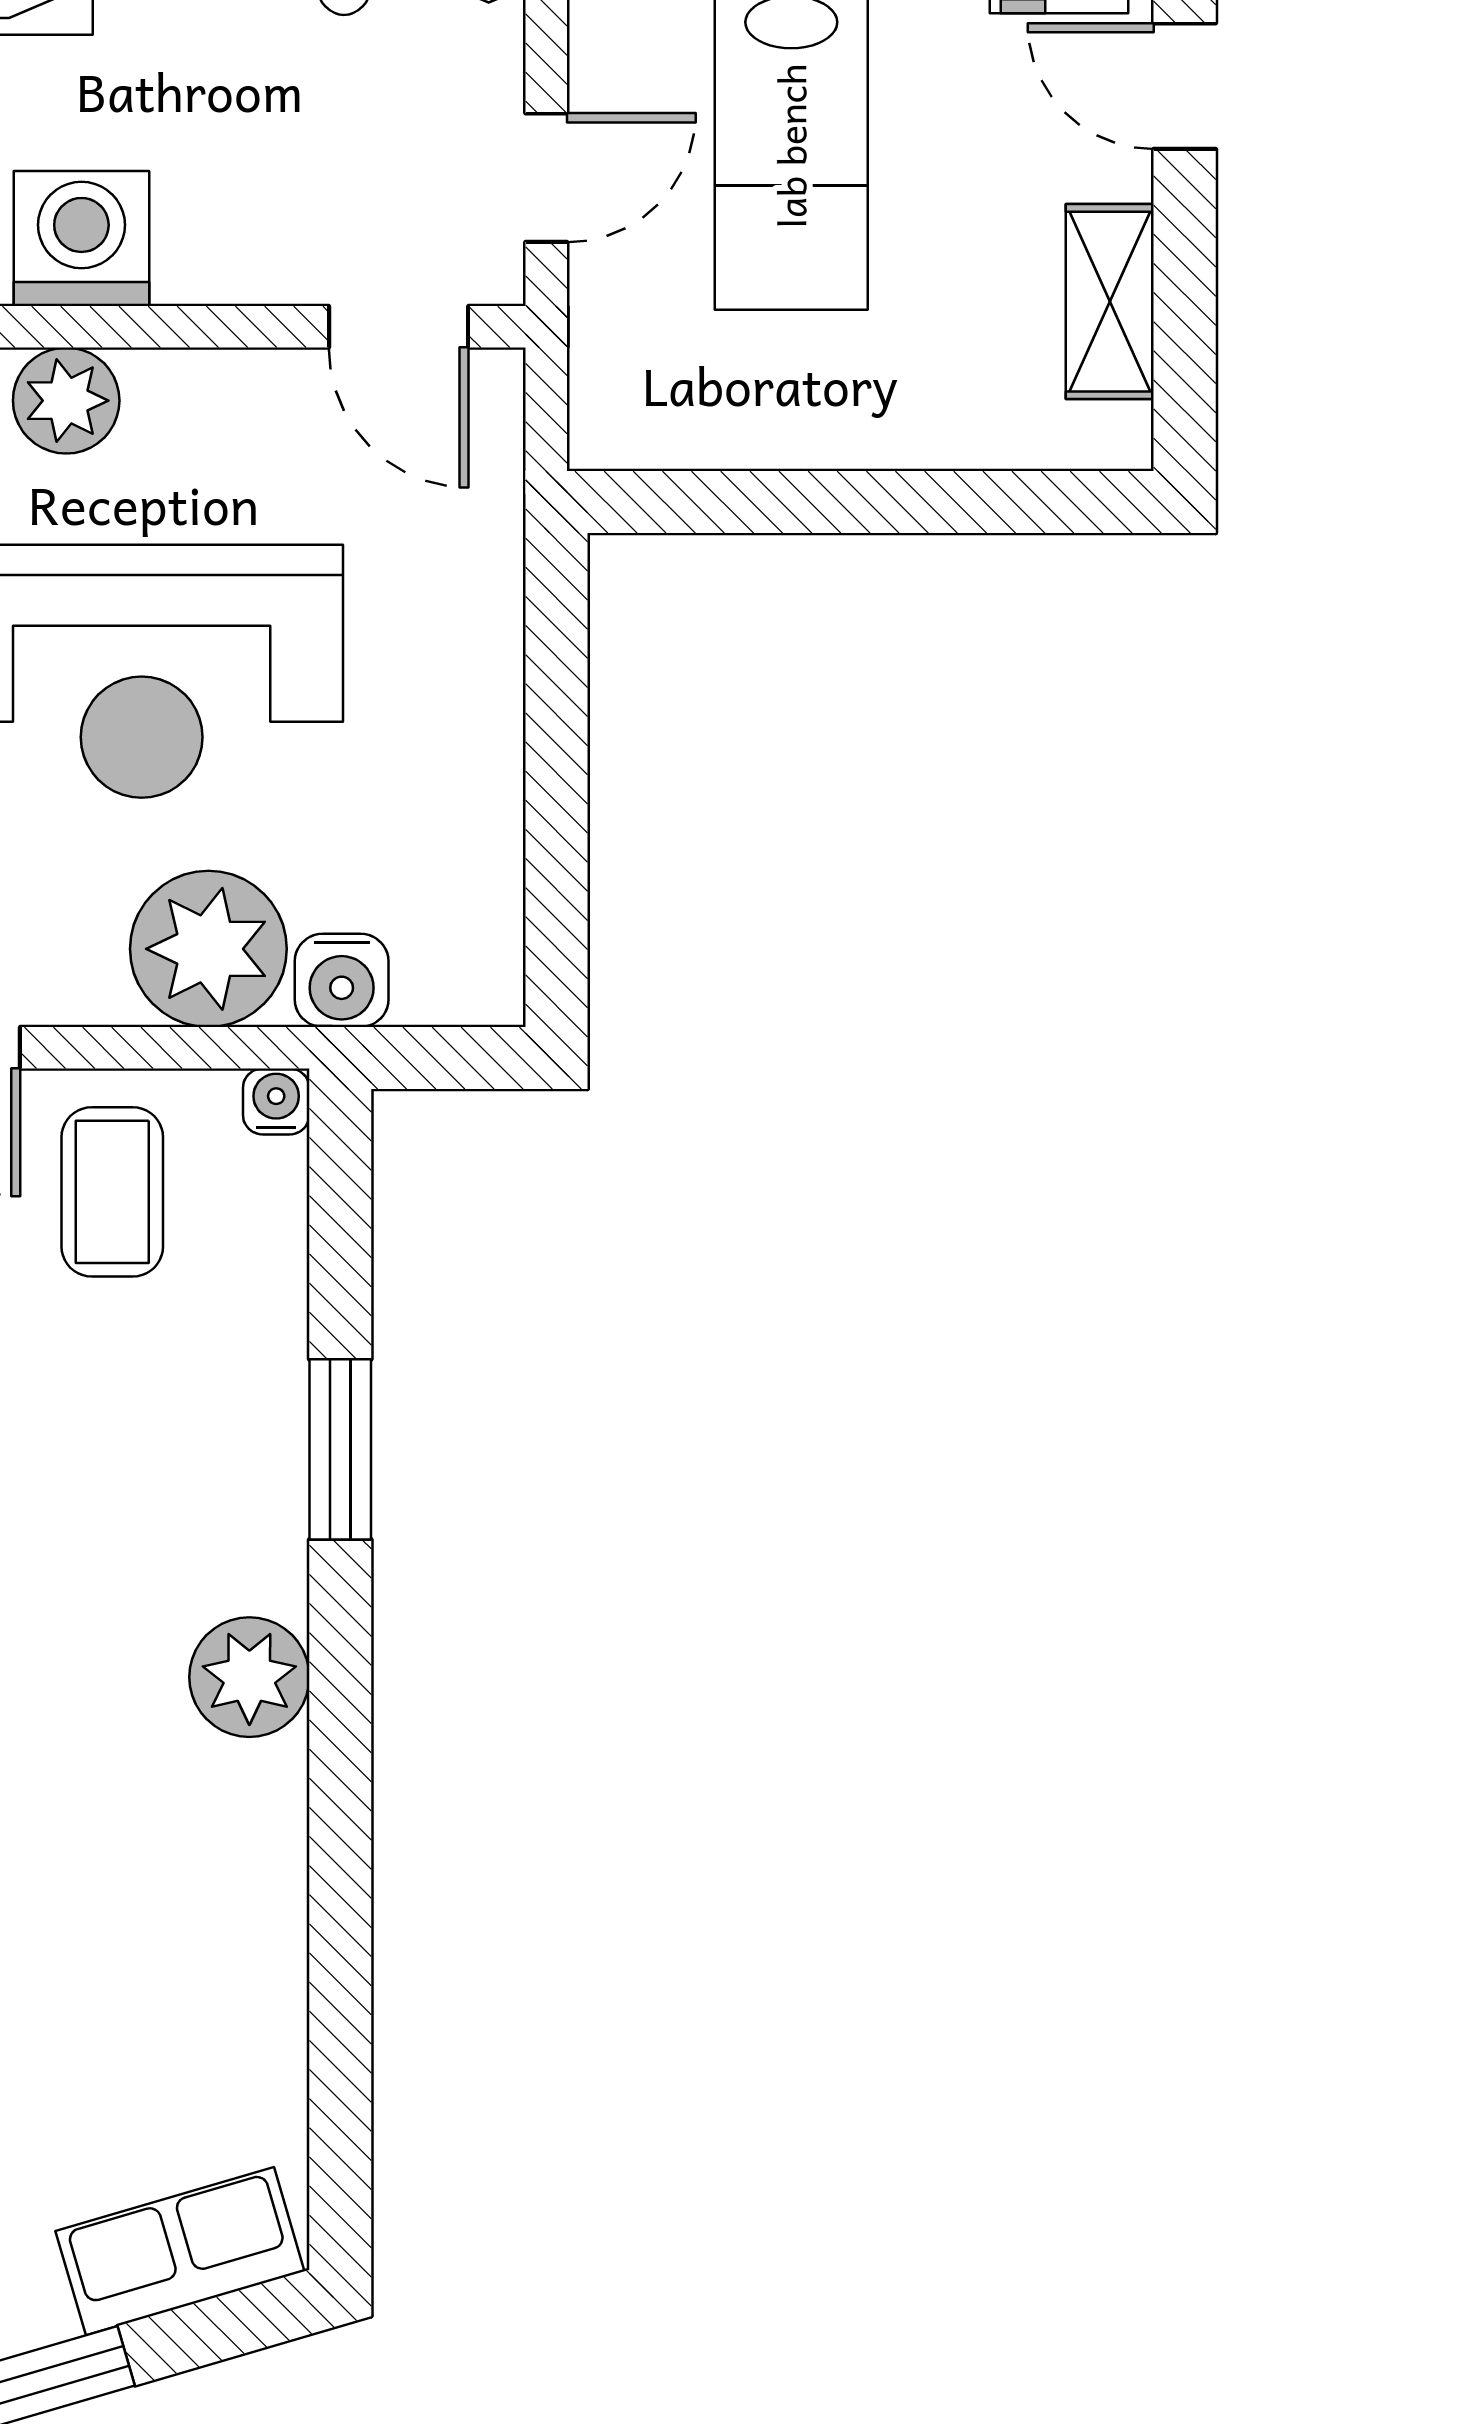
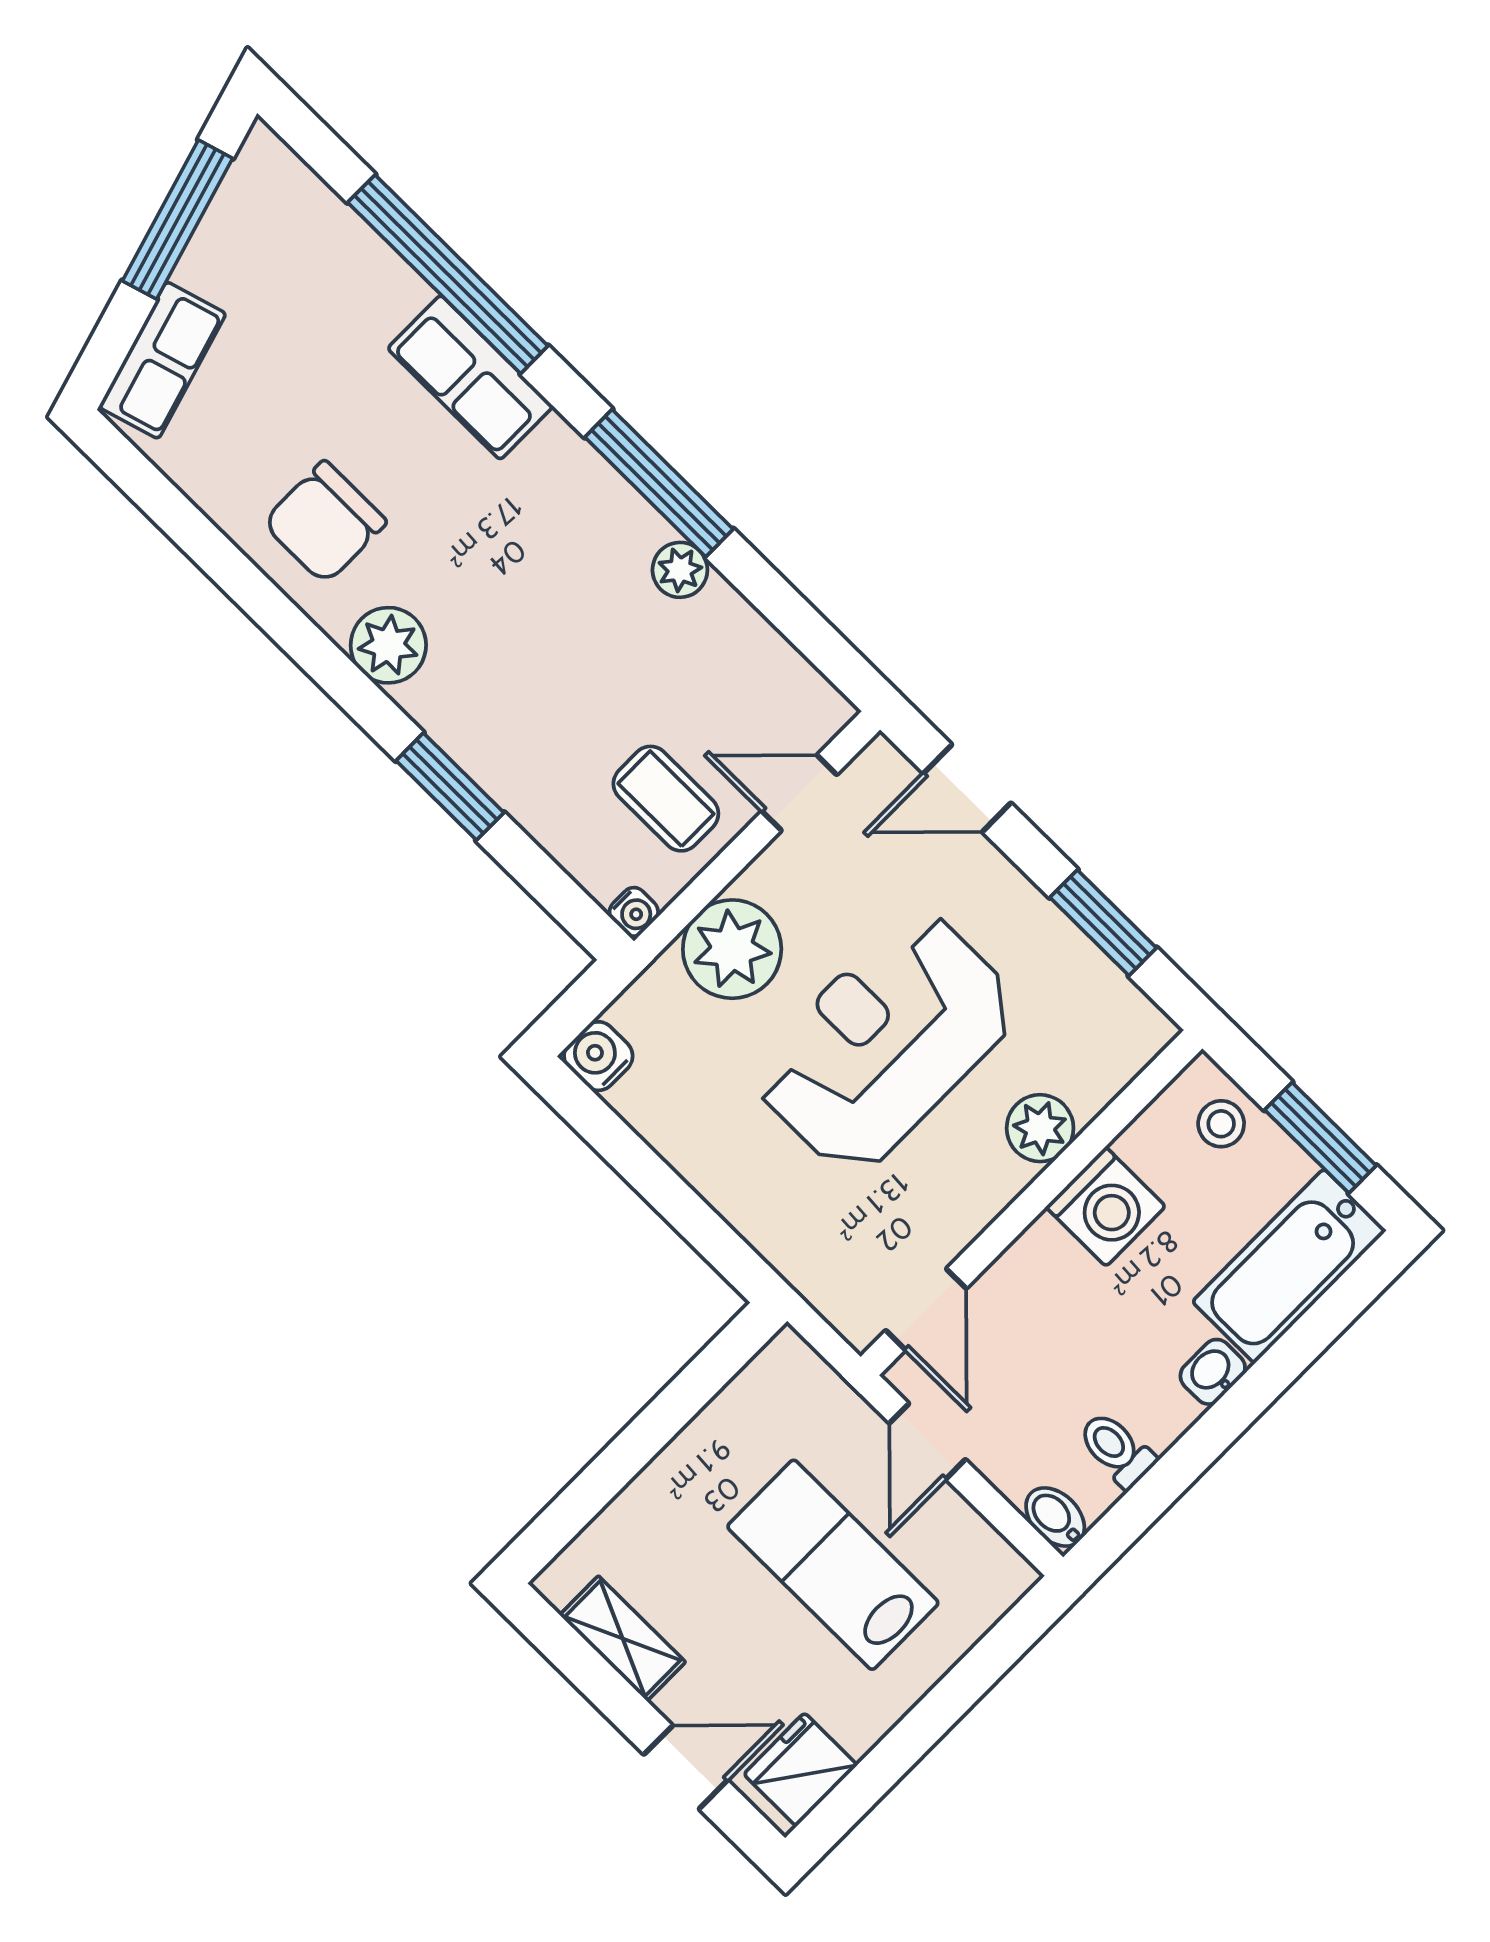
door: (399, 327) -> (926, 1309), swing flipped
water cooler: (342, 980) -> (598, 1056), moved
chair: (182, 1887) -> (325, 522), added

